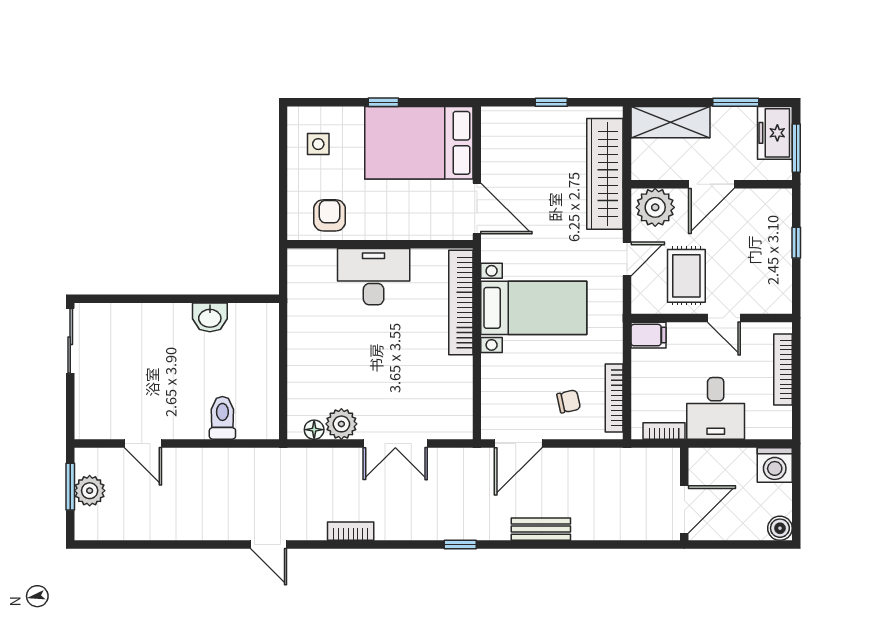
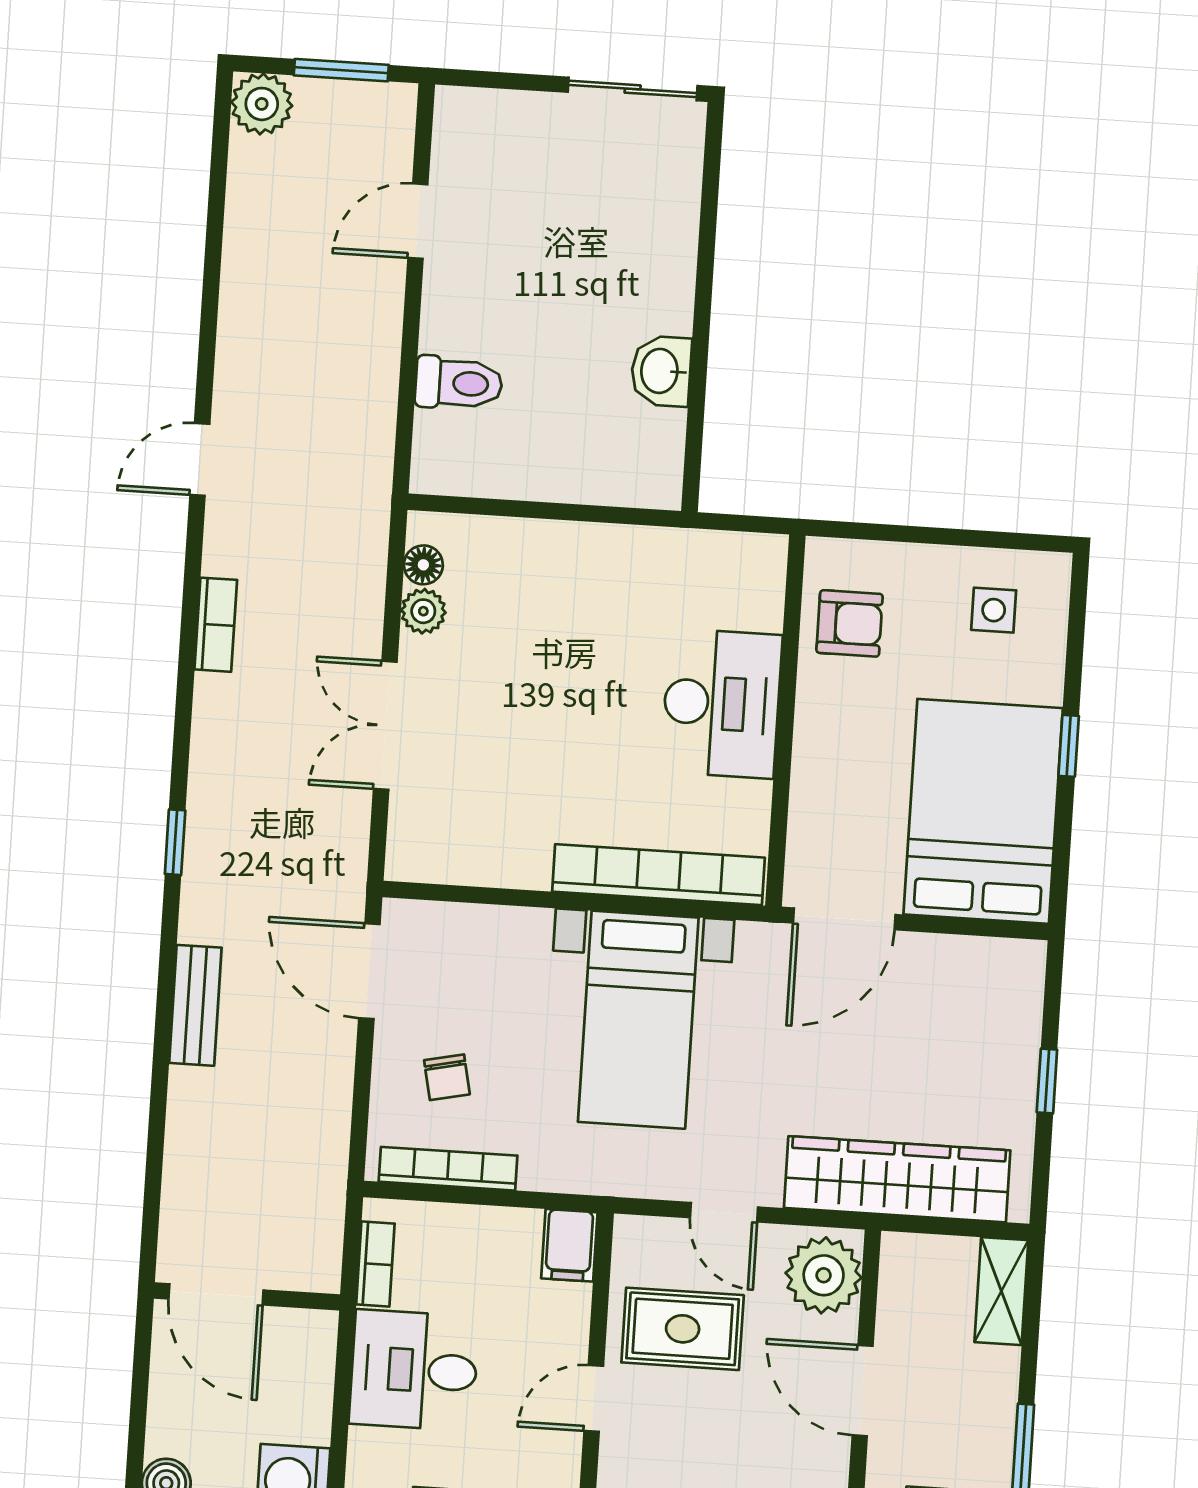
shelving: (671, 122) -> (1001, 1291), width x0.67, depth x0.75
plant: (341, 424) -> (423, 611), width x0.73, depth x0.73
plant: (90, 491) -> (262, 104), moved

